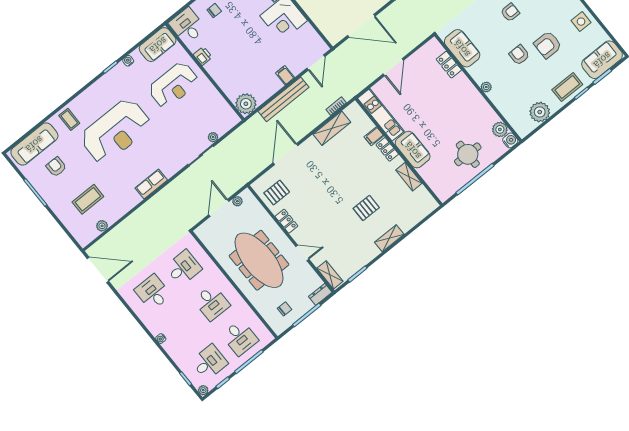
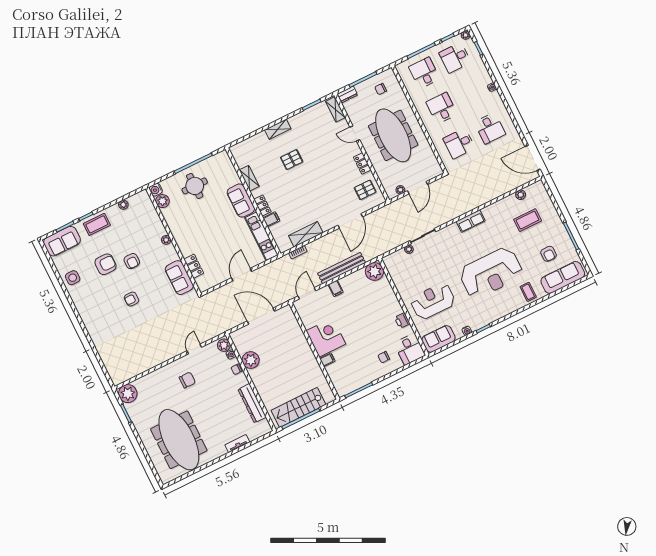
plant: (540, 112) -> (123, 205), width x0.53, depth x0.53
reception desk: (116, 131) -> (491, 273), turned 180

